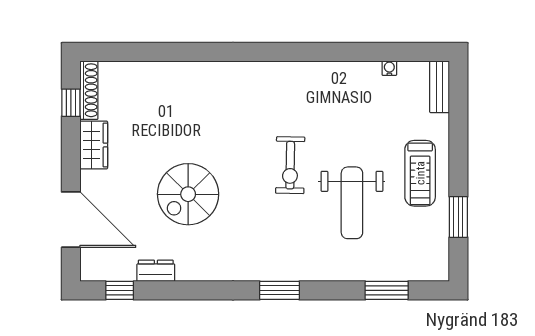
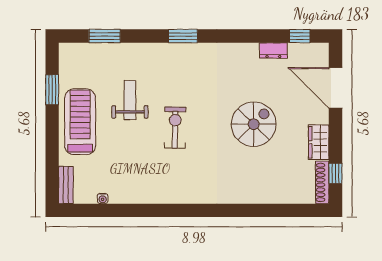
treadmill: (420, 173) -> (80, 122), width x1.37, depth x1.38
spiral stairs: (188, 194) -> (254, 124), moved
weight bench: (352, 203) -> (130, 100), width x0.73, depth x0.75

